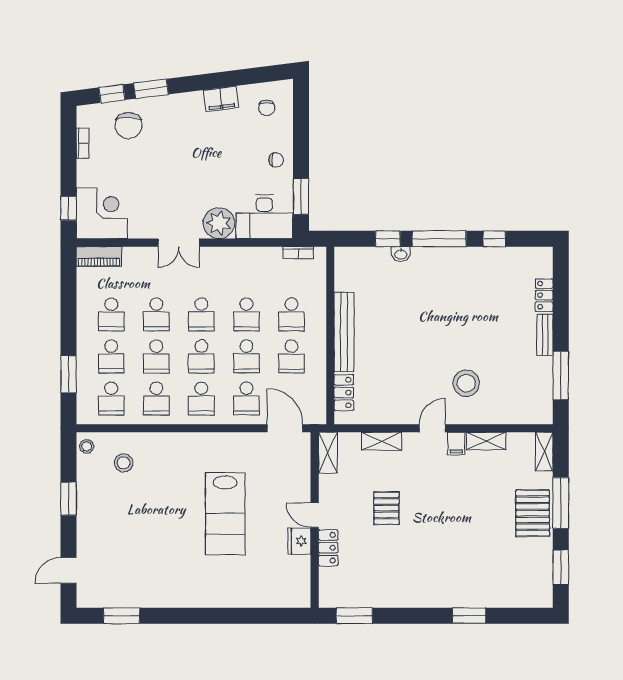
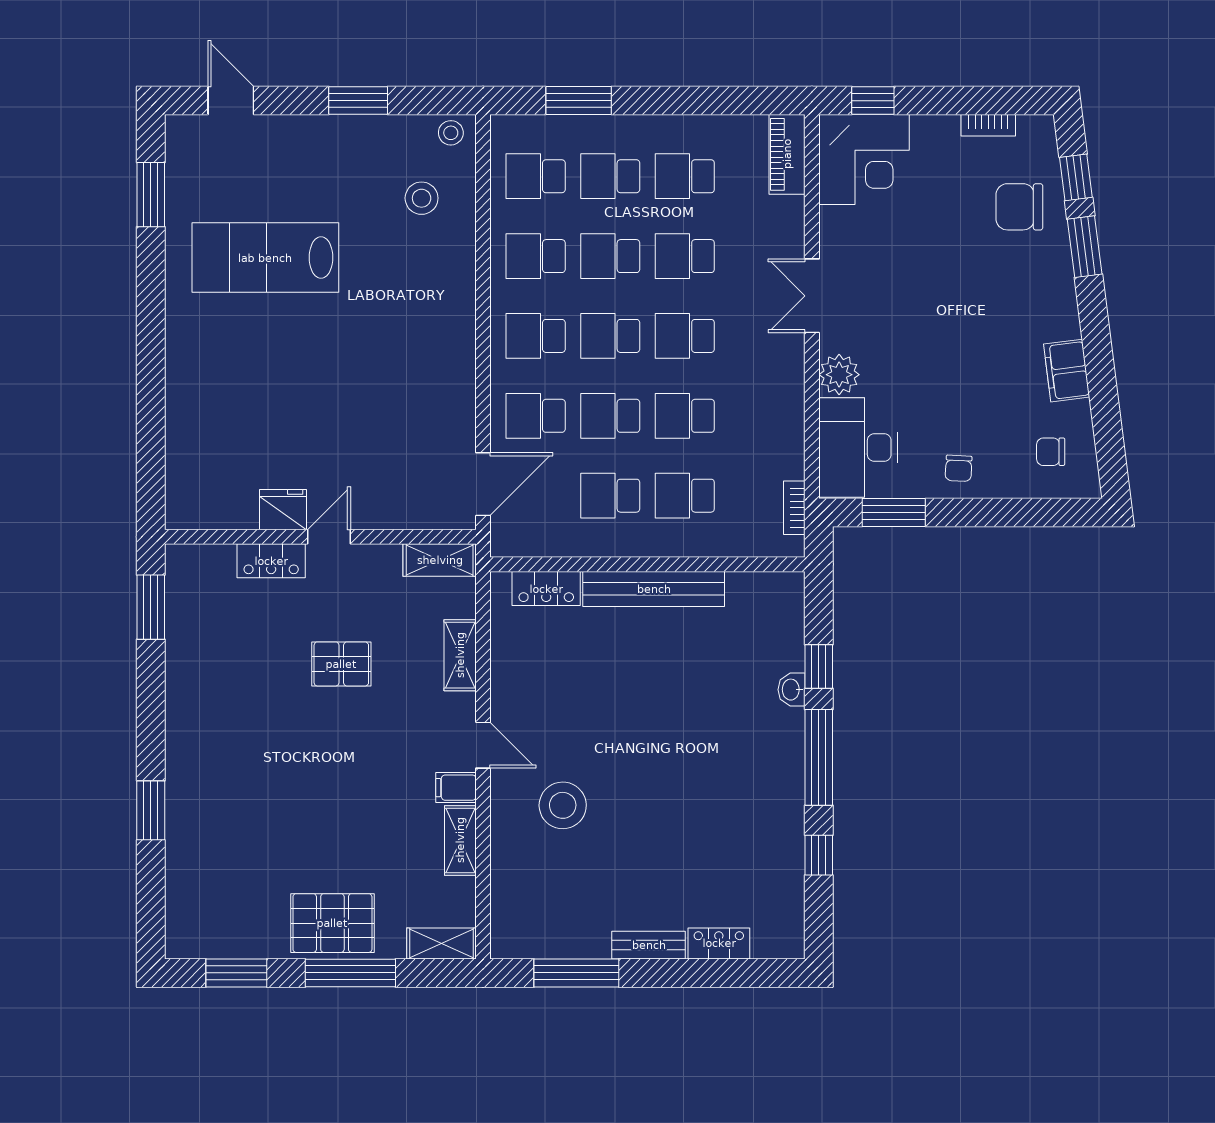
plant: (219, 223) -> (839, 375), width x0.73, depth x0.73
lab bench: (225, 514) -> (265, 258), moved

